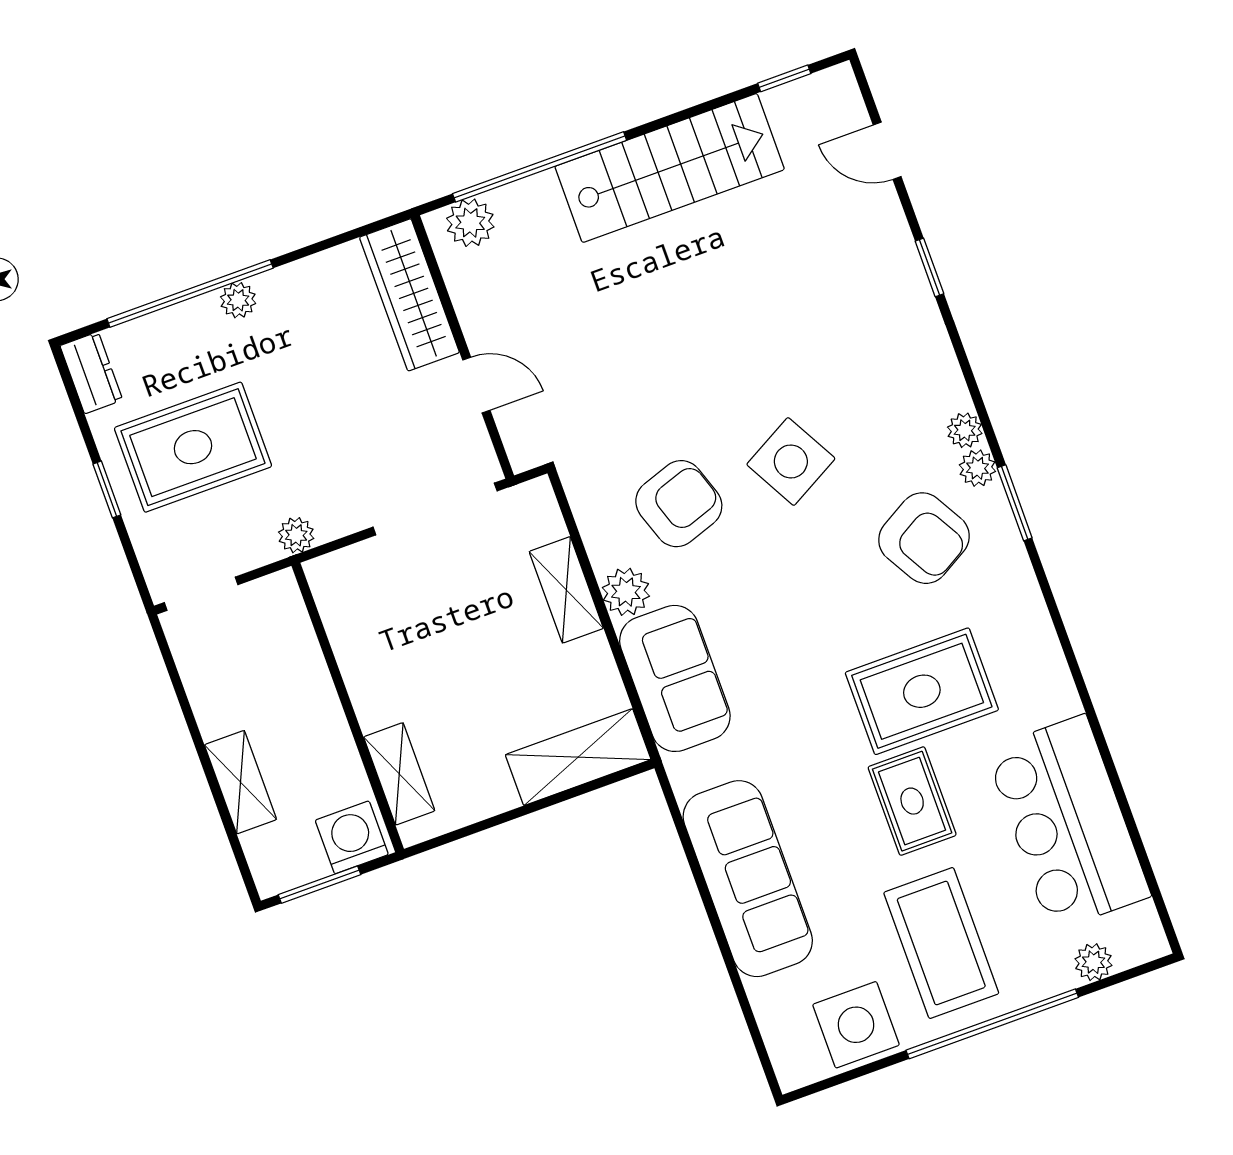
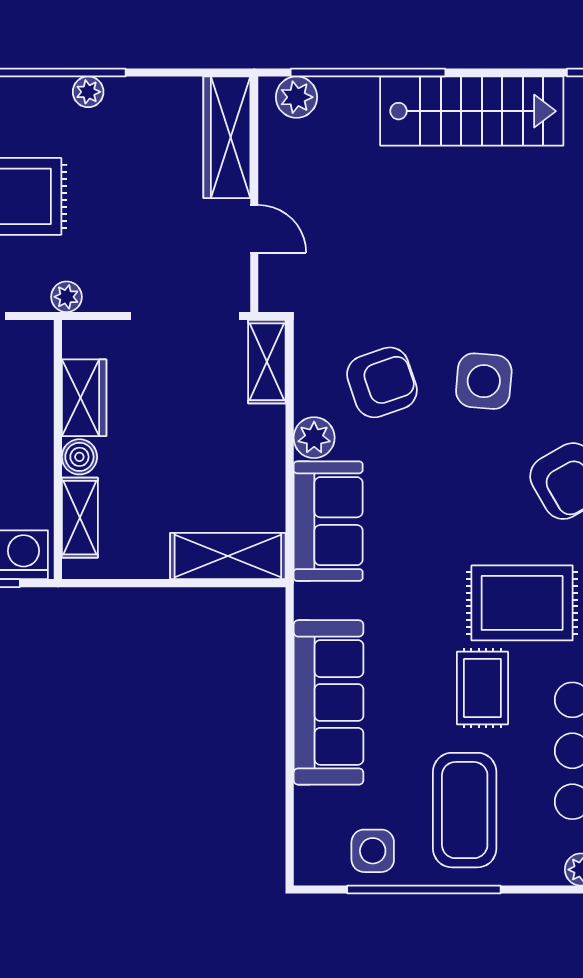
side table: (791, 461) -> (484, 381), turned 34
shelving: (566, 590) -> (267, 362), moved
wardrobe: (356, 640) -> (84, 398), added
boiler: (374, 707) -> (79, 457), added
window: (992, 1024) -> (424, 890), moved
side table: (856, 1025) -> (373, 851), width x0.73, depth x0.73

